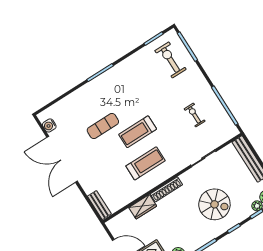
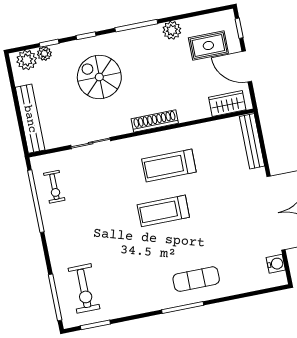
exercise bike: (195, 115) -> (54, 187), moved
exercise mat: (103, 126) -> (196, 279), moved
treadmill: (138, 132) -> (163, 211), turned 180
bench: (99, 205) -> (252, 141), width x1.36
wardrobe: (143, 207) -> (227, 104), moved

